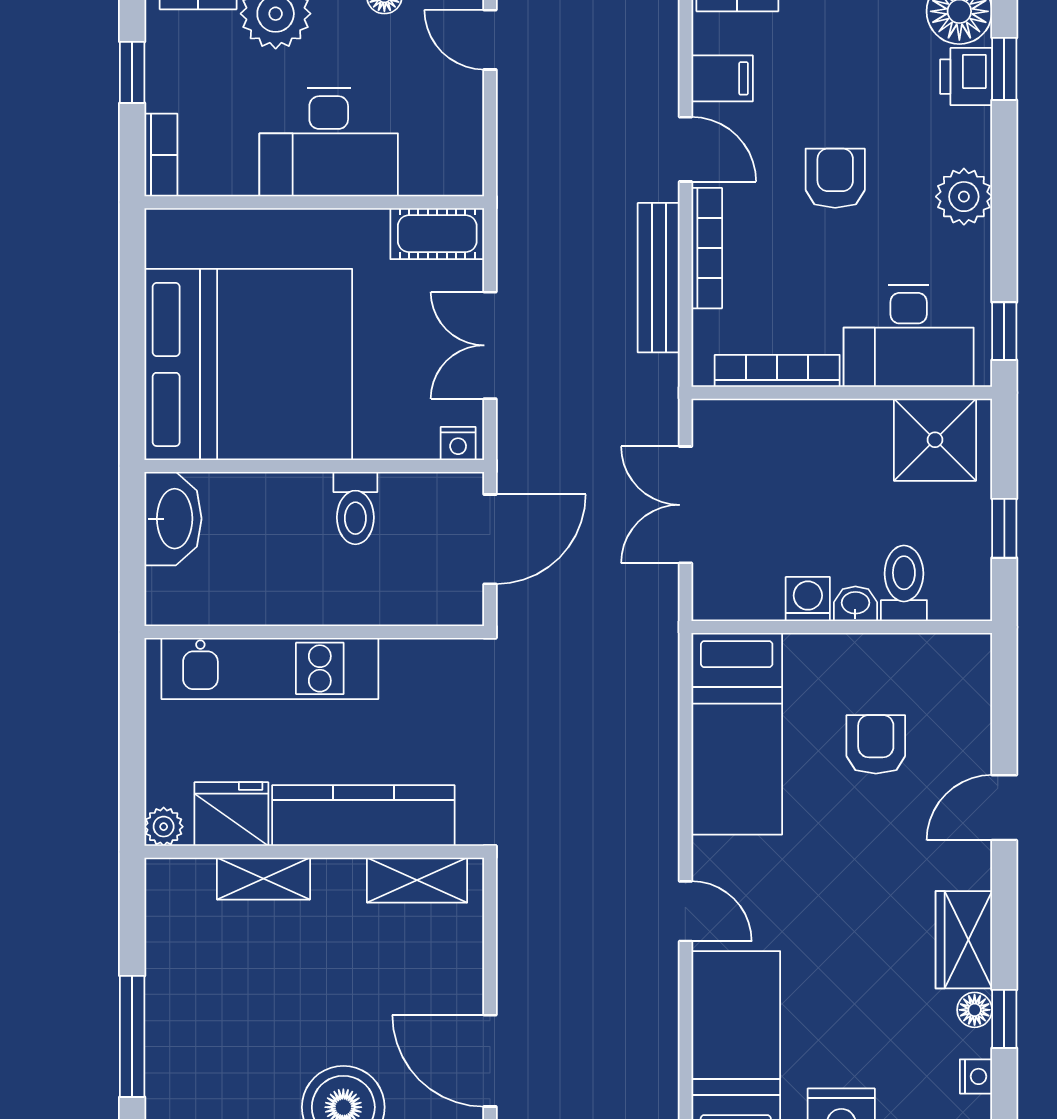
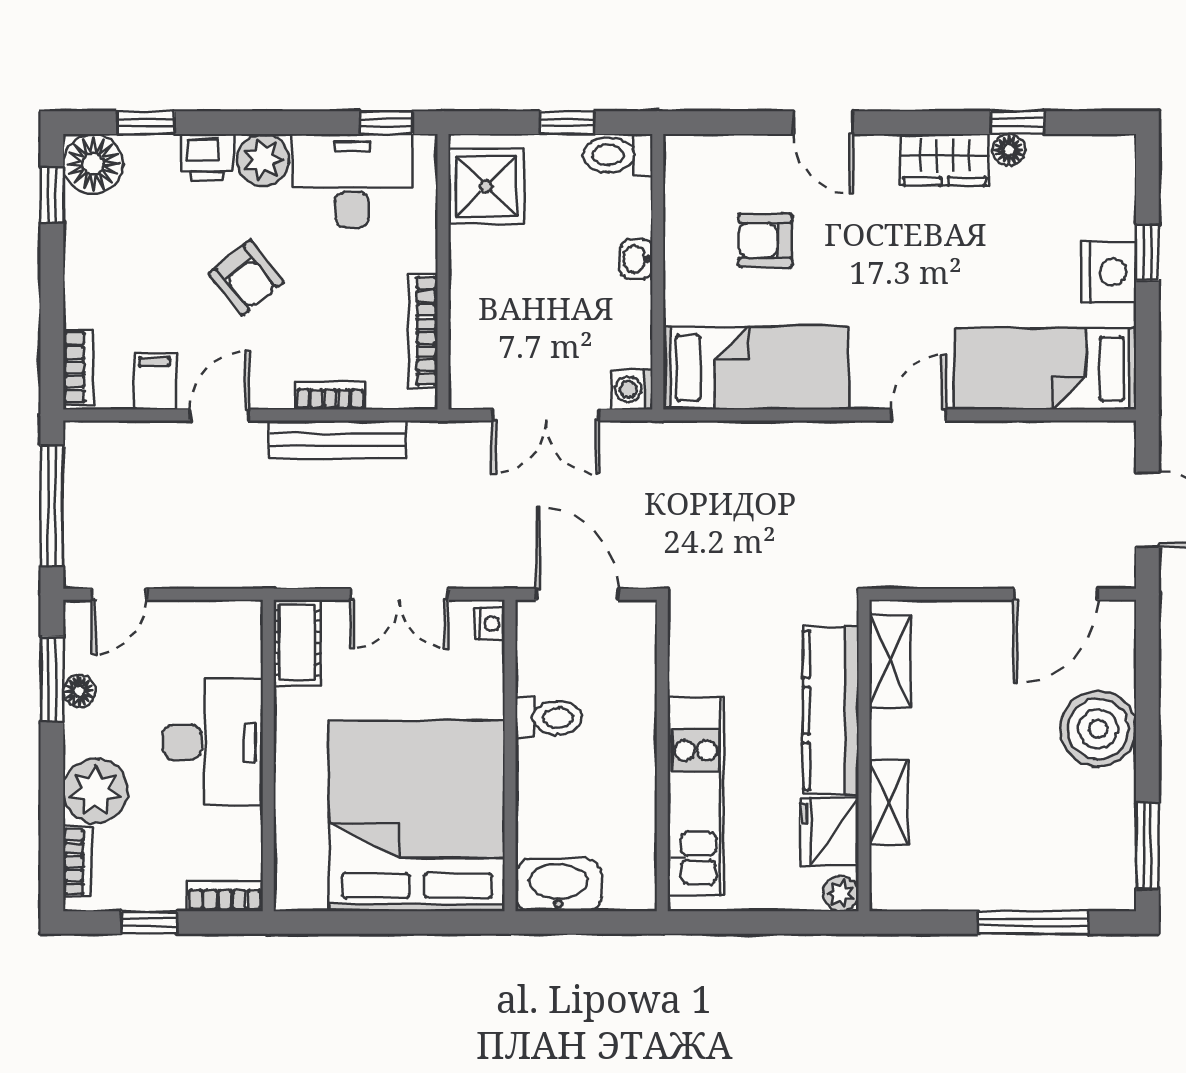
printer: (966, 77) -> (207, 158), moved
armchair: (835, 178) -> (246, 278), turned -129
bookcase: (707, 248) -> (330, 396), width x0.64
desk: (909, 336) -> (352, 181), moved, turned -90
toilet: (904, 583) -> (618, 155), moved
washing machine: (808, 599) -> (632, 389), moved
nightstand: (976, 1076) -> (1070, 149), removed

